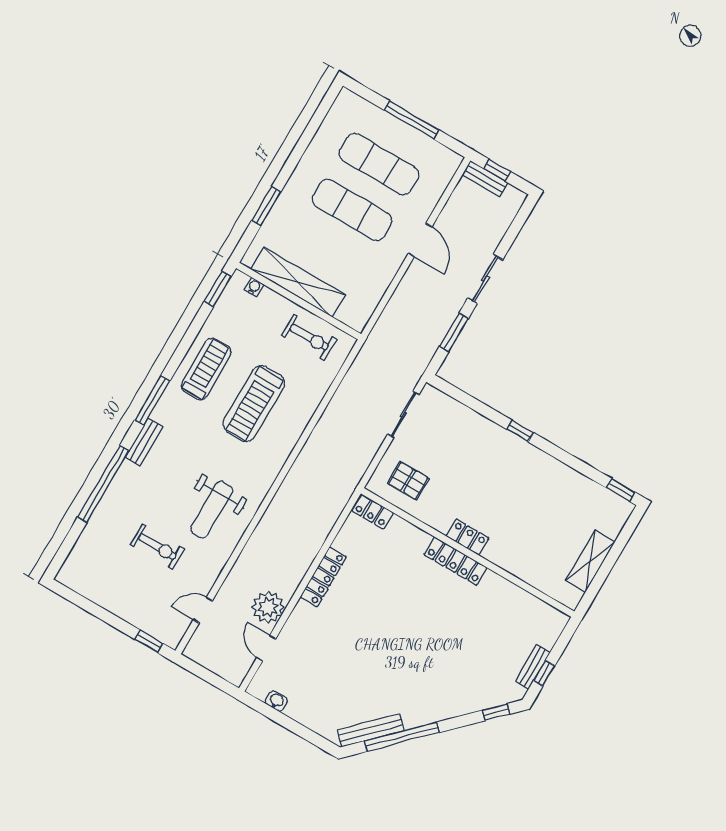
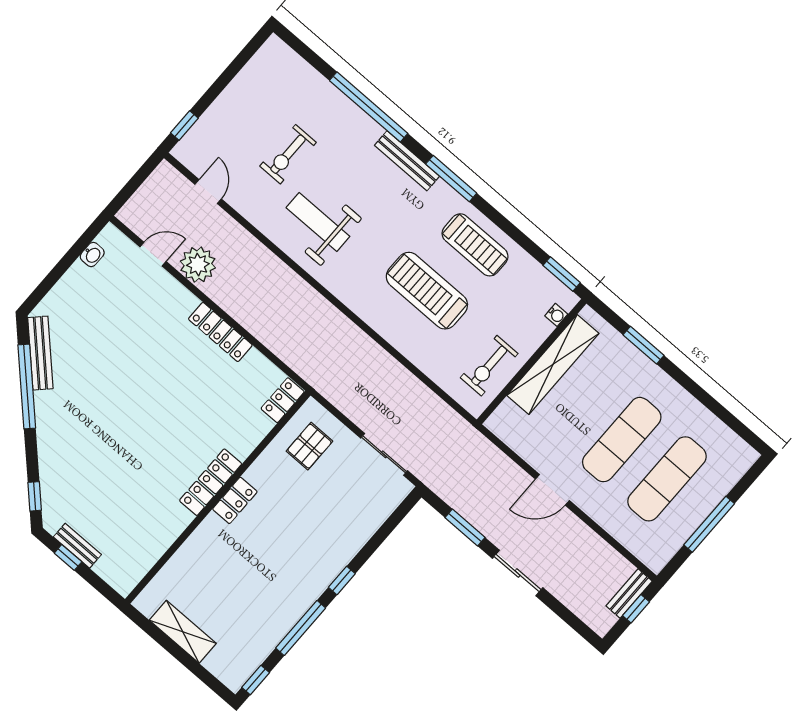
door: (420, 240) -> (552, 490), moved
bench: (144, 442) -> (407, 161), width x1.36
window: (568, 459) -> (301, 628), added

